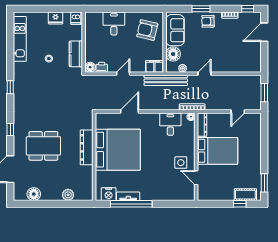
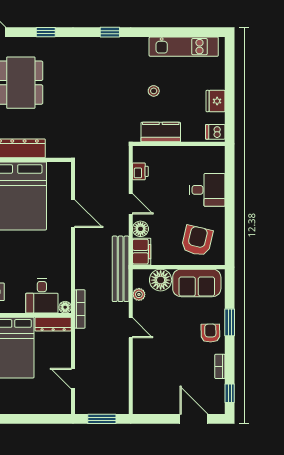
floor lamp: (90, 67) -> (140, 229), moved
desk: (170, 124) -> (42, 296), moved, turned 90

